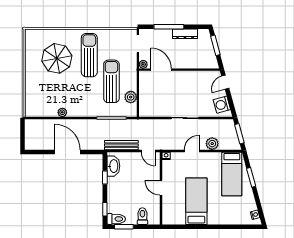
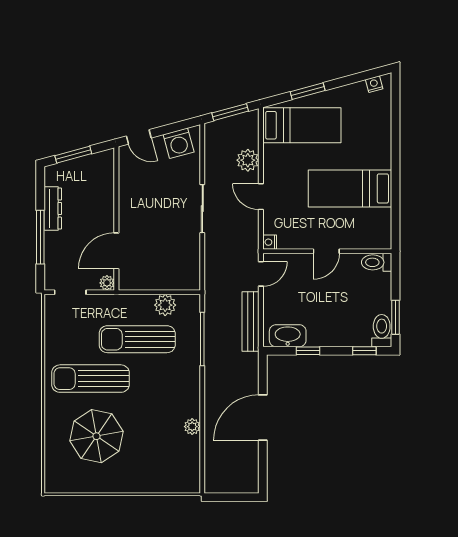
toilet: (142, 216) -> (377, 262), moved

